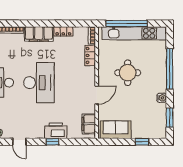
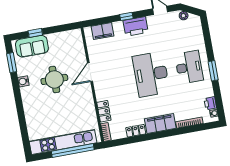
window: (170, 69) -> (21, 112), removed
round table: (128, 73) -> (54, 79), moved
filing cabinet: (89, 124) -> (103, 31), moved, turned 90
sofa: (116, 130) -> (32, 46), moved
printer: (56, 131) -> (136, 26), moved

